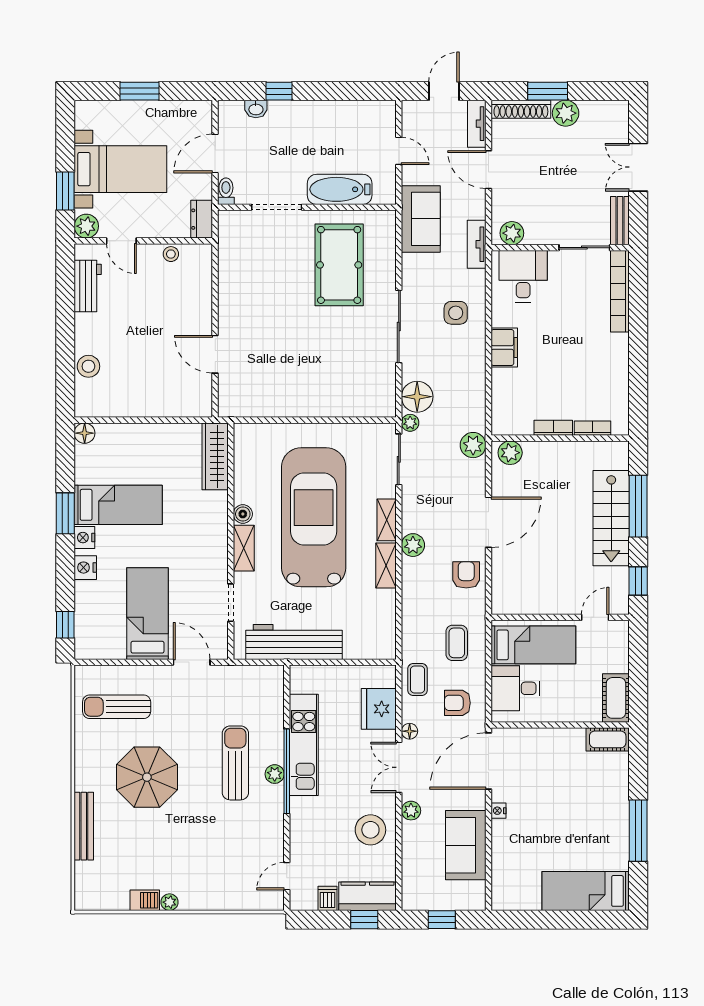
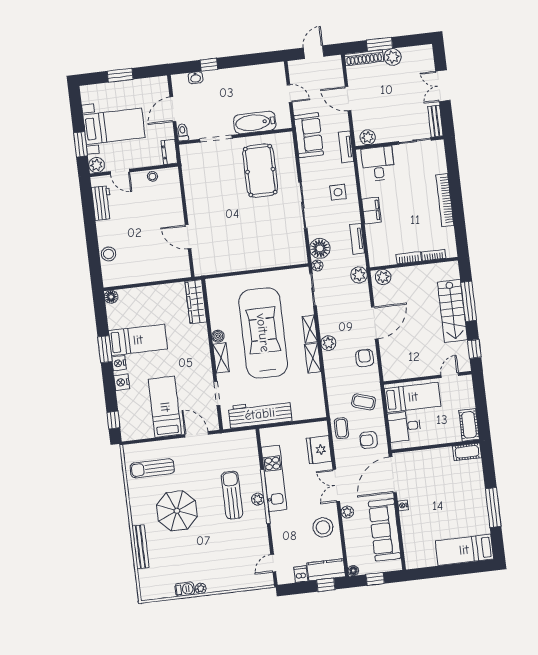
tv unit: (477, 124) -> (357, 239), moved
bookcase: (620, 291) -> (445, 200), moved
coffee table: (457, 643) -> (364, 402), turned -73
floor lamp: (410, 731) -> (353, 571), moved
sofa: (466, 845) -> (385, 530), width x1.36

